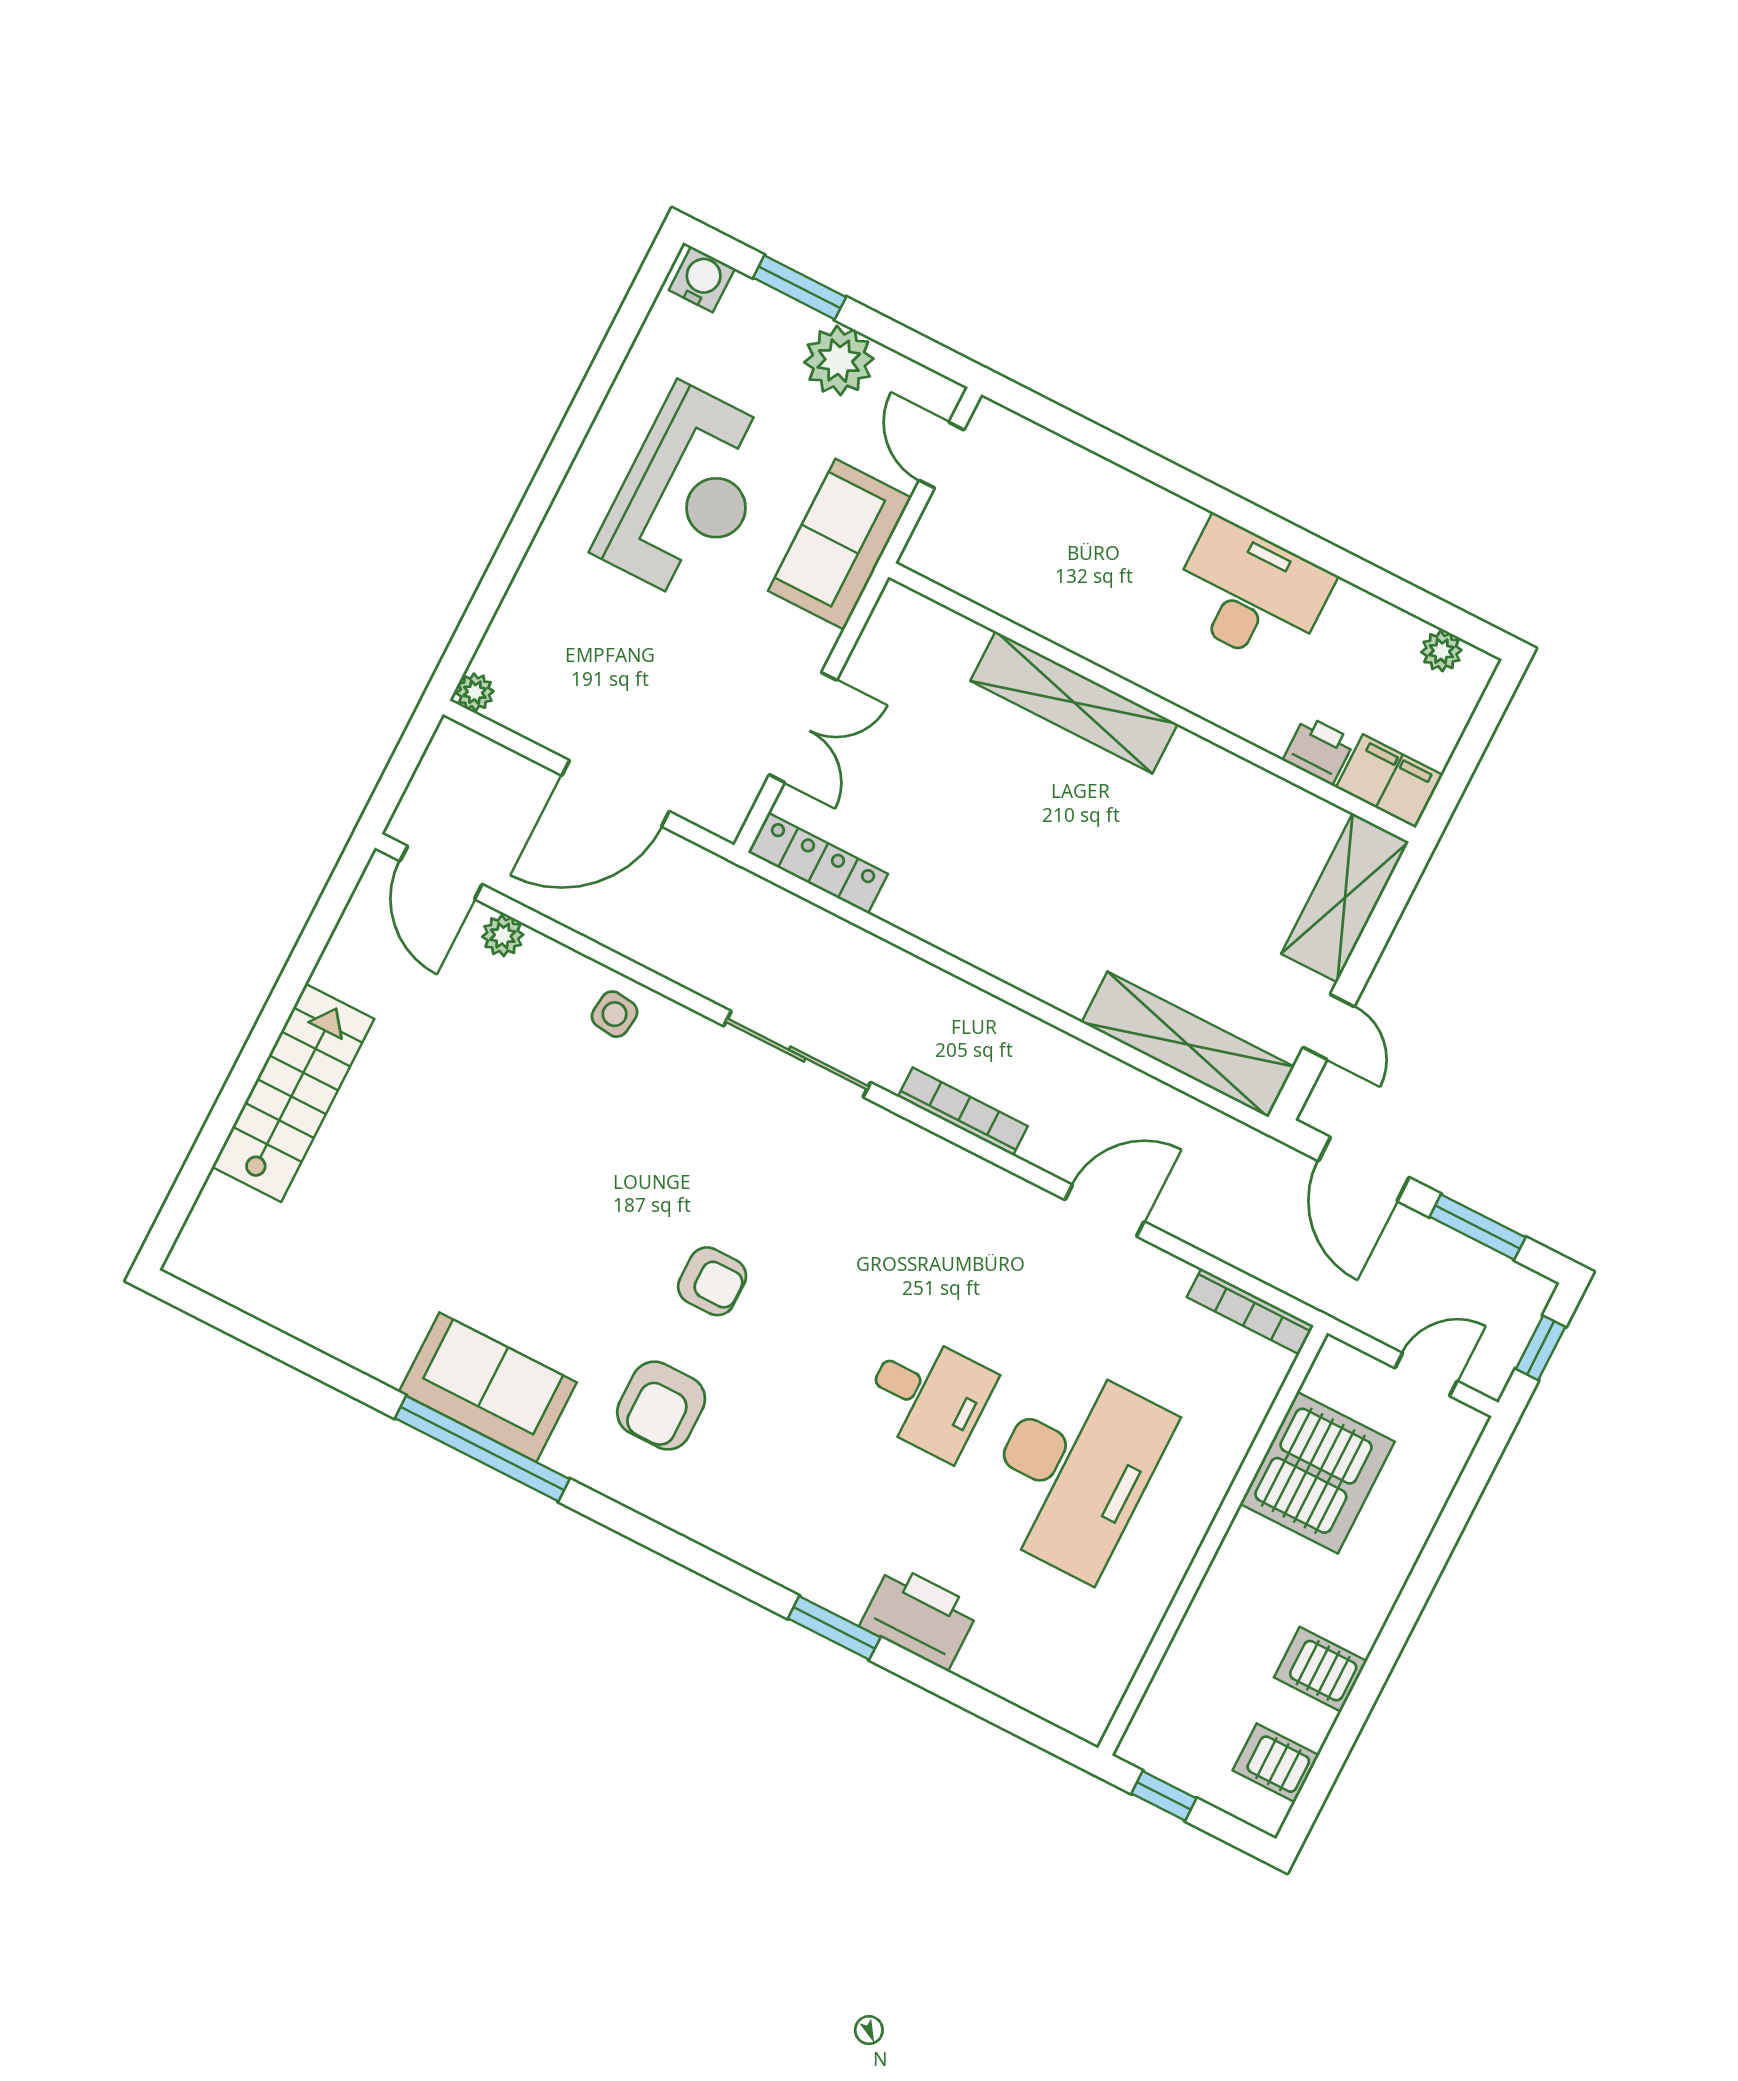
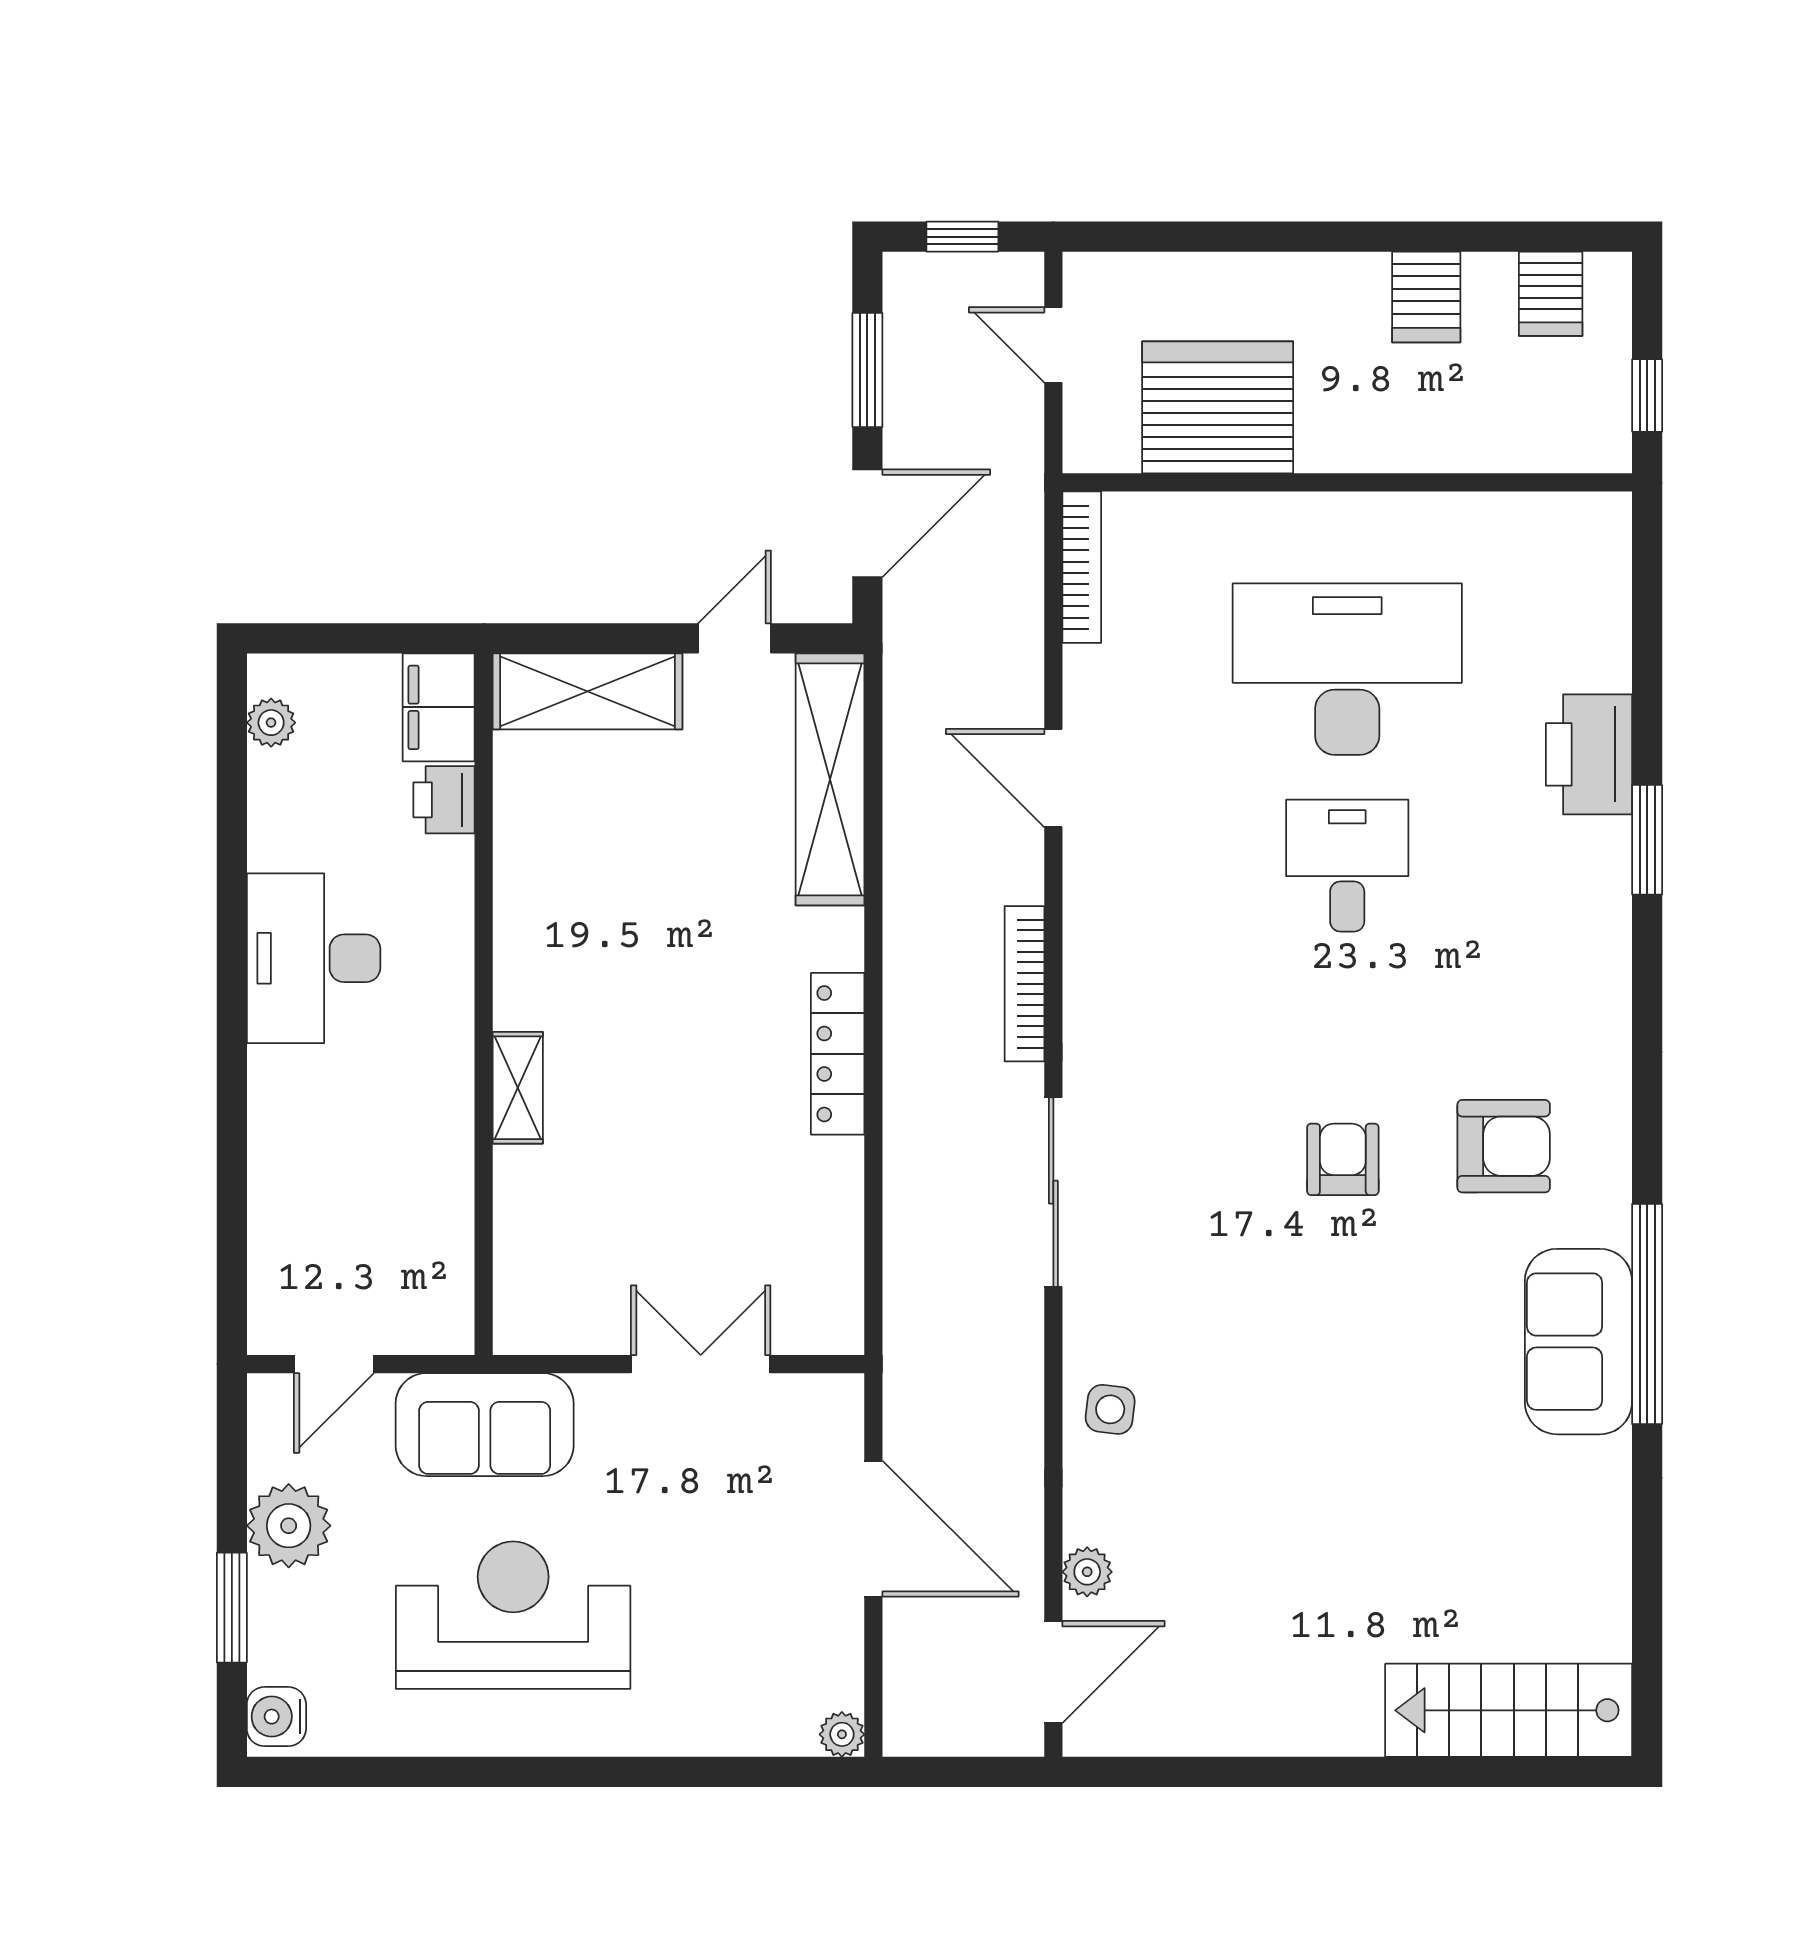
shelving: (1074, 702) -> (518, 1088), width x0.45, depth x0.75
locker: (818, 863) -> (838, 1054), moved
stairs: (293, 1093) -> (1509, 1710), moved

